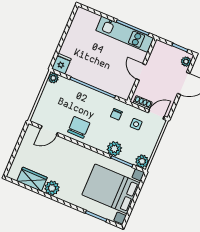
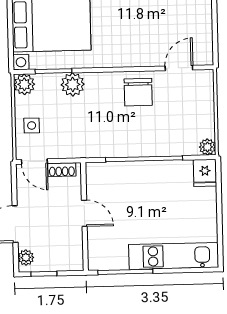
kitchen unit: (125, 34) -> (174, 256), moved
chair: (116, 114) -> (92, 136), removed
door: (156, 114) -> (34, 162), hinge flipped
side table: (136, 124) -> (32, 125), moved

